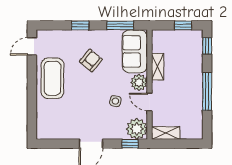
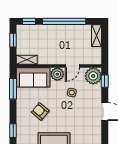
window: (80, 25) -> (13, 131), moved
shelving: (158, 67) -> (27, 60), moved
window: (207, 91) -> (64, 21), width x1.46
shelving: (166, 133) -> (96, 36), moved

